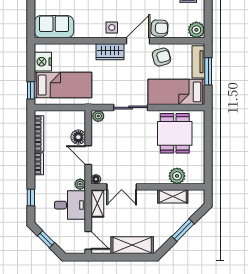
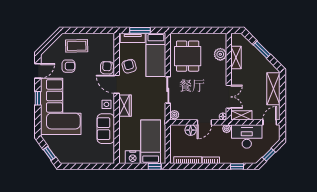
sofa: (54, 27) -> (106, 129), moved
plant: (196, 30) -> (108, 39), removed
dining table: (175, 133) -> (188, 56), turned 90
desk: (70, 205) -> (247, 136), width x1.37

